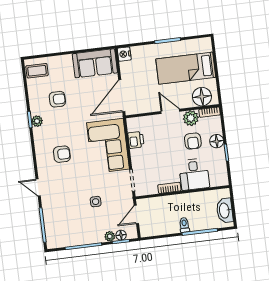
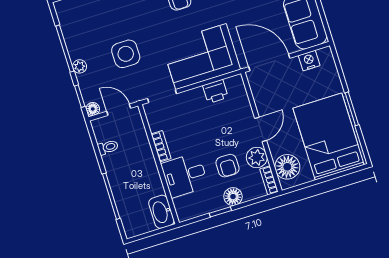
nightstand: (124, 54) -> (309, 61), moved
bed: (186, 68) -> (329, 137), width x1.50
armchair: (193, 141) -> (227, 166), turned -90
side table: (96, 202) -> (126, 54), width x1.87, depth x1.87
washbasin: (225, 211) -> (161, 212), moved, turned -90
toilet: (184, 225) -> (108, 147), moved
floor lamp: (121, 235) -> (93, 109), moved
plant: (110, 236) -> (80, 66), moved

